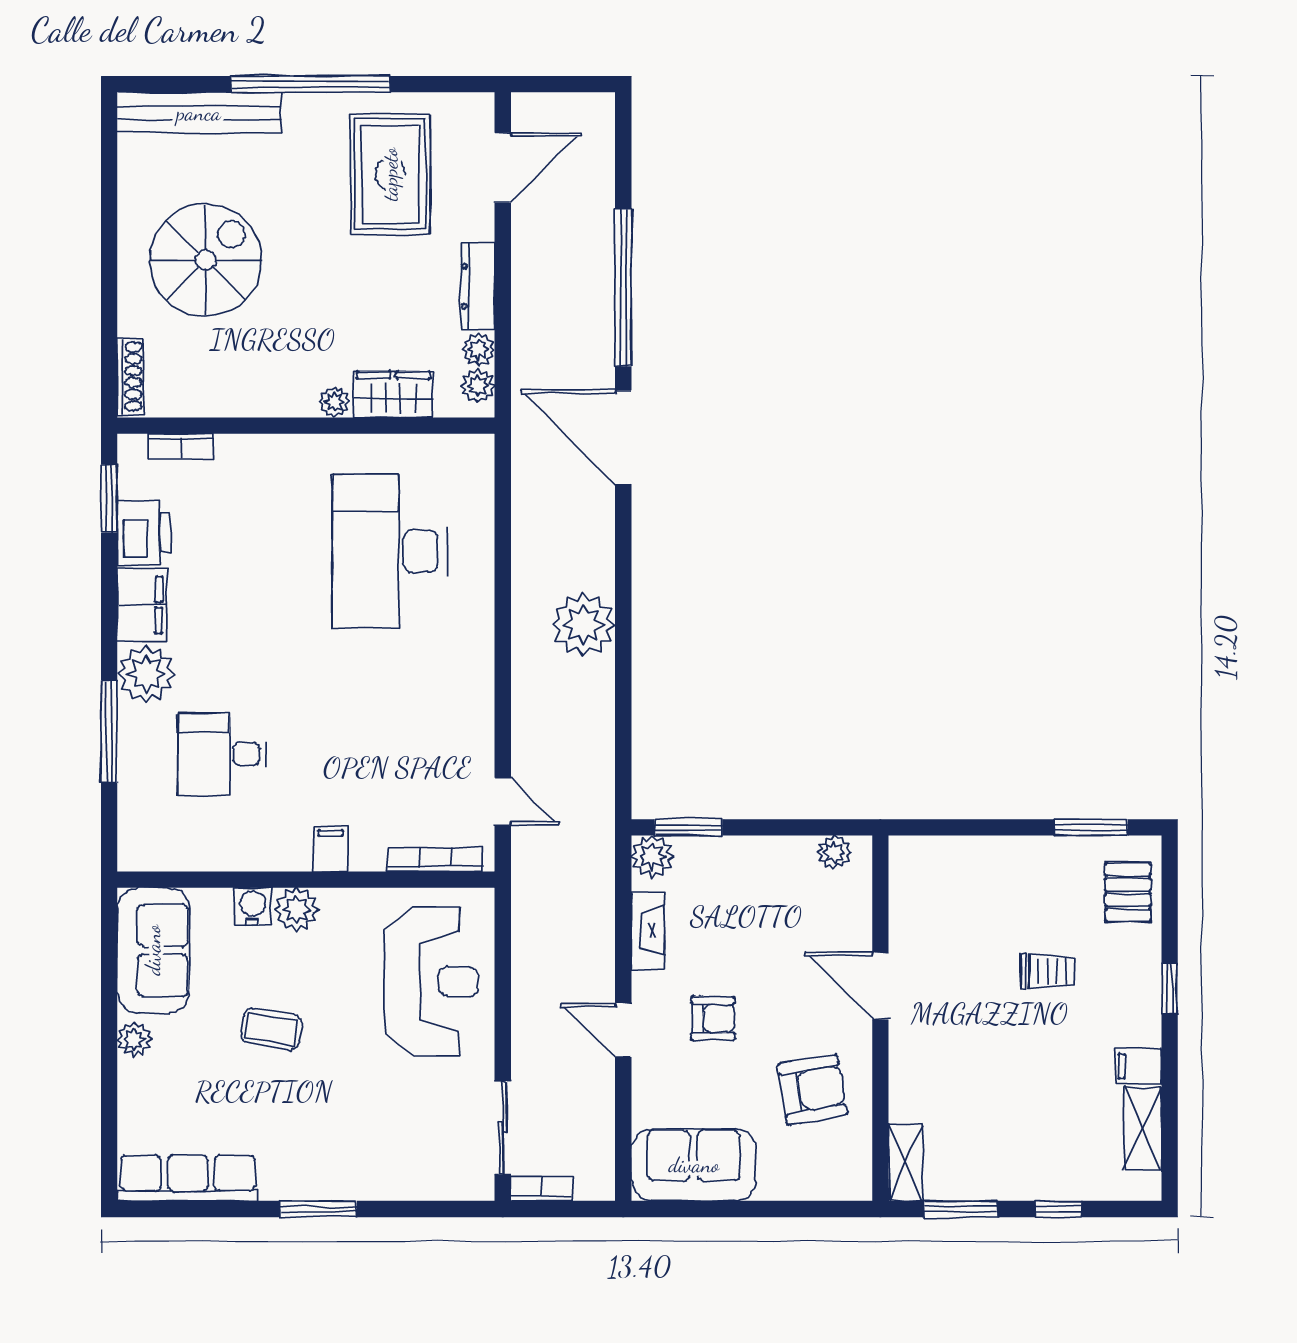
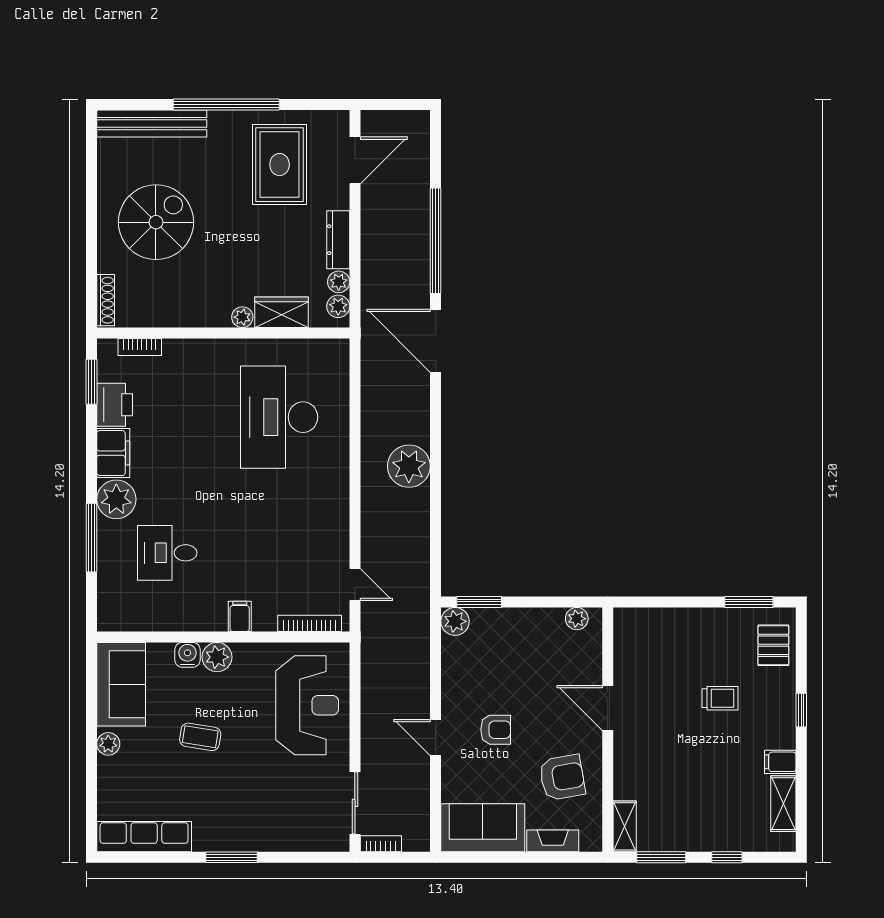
fireplace: (648, 930) -> (553, 841), moved, turned -90

